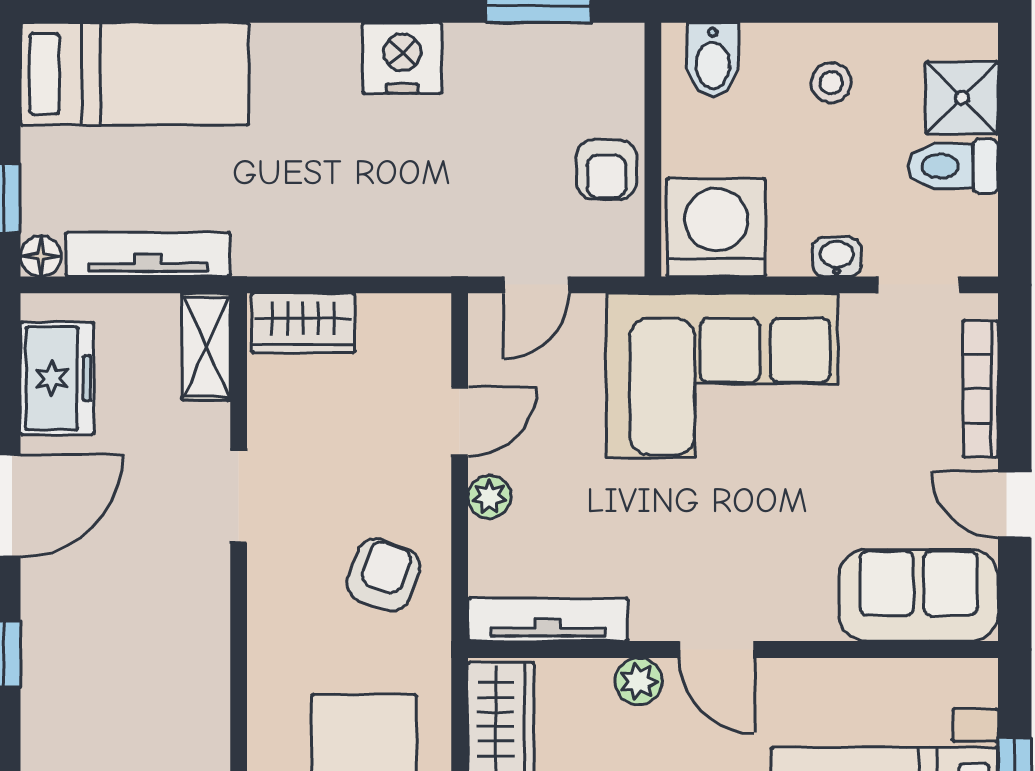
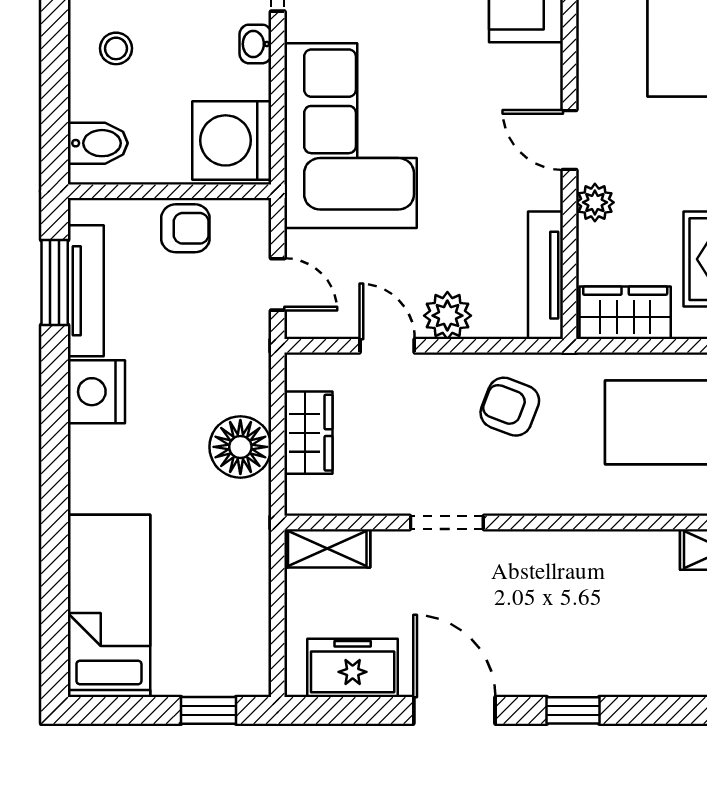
tv unit: (148, 254) -> (86, 291), moved, turned 180
floor lamp: (41, 256) -> (240, 447), moved, width x1.89, depth x1.89
wardrobe: (303, 323) -> (308, 433), moved
plant: (489, 497) -> (447, 316), width x1.38, depth x1.38
door: (717, 650) -> (570, 140), swing flipped

